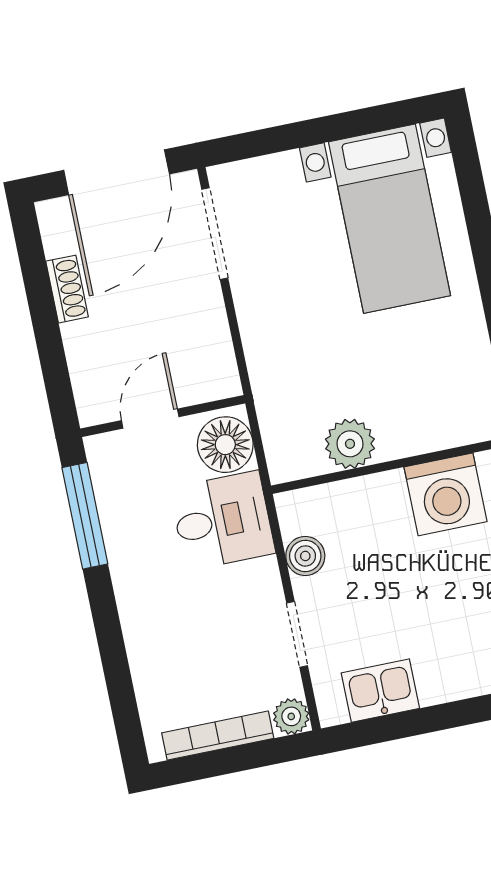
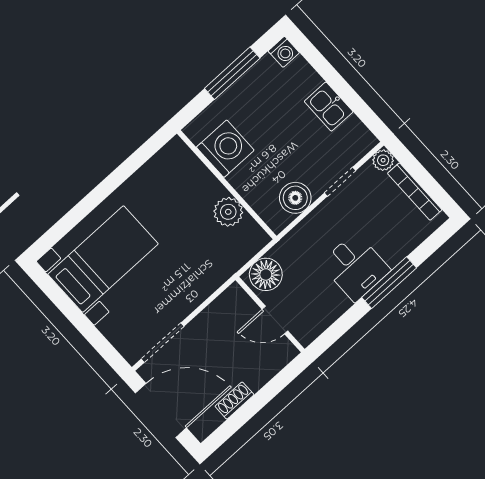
window: (85, 516) -> (389, 283), moved
desk: (222, 521) -> (355, 267), moved, turned 180
boiler: (305, 556) -> (295, 198), width x1.36, depth x1.36
kitchen sink: (380, 691) -> (329, 107), moved

